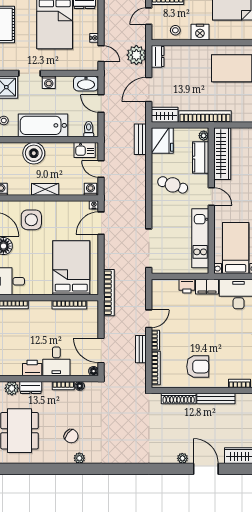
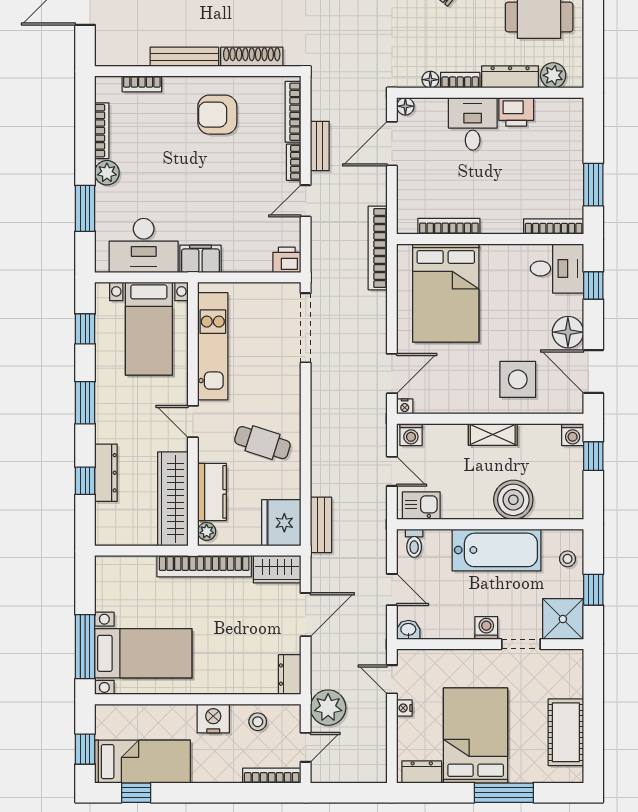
plant: (136, 55) -> (328, 708), moved
washbasin: (86, 83) -> (408, 630), width x0.52, depth x0.69
printer: (187, 286) -> (287, 260), moved
door: (101, 350) -> (392, 144), swing flipped
dresser: (31, 387) -> (510, 77), width x1.44

